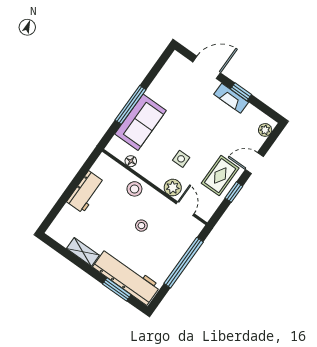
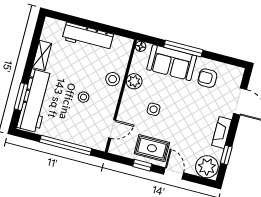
armchair: (170, 92) -> (207, 78), added
window: (241, 92) -> (226, 155), moved
plant: (265, 130) -> (207, 167), width x1.88, depth x1.88
floor lamp: (131, 161) -> (141, 46), moved
plant: (173, 188) -> (134, 81), moved
workbench: (86, 192) -> (88, 37), width x1.38

